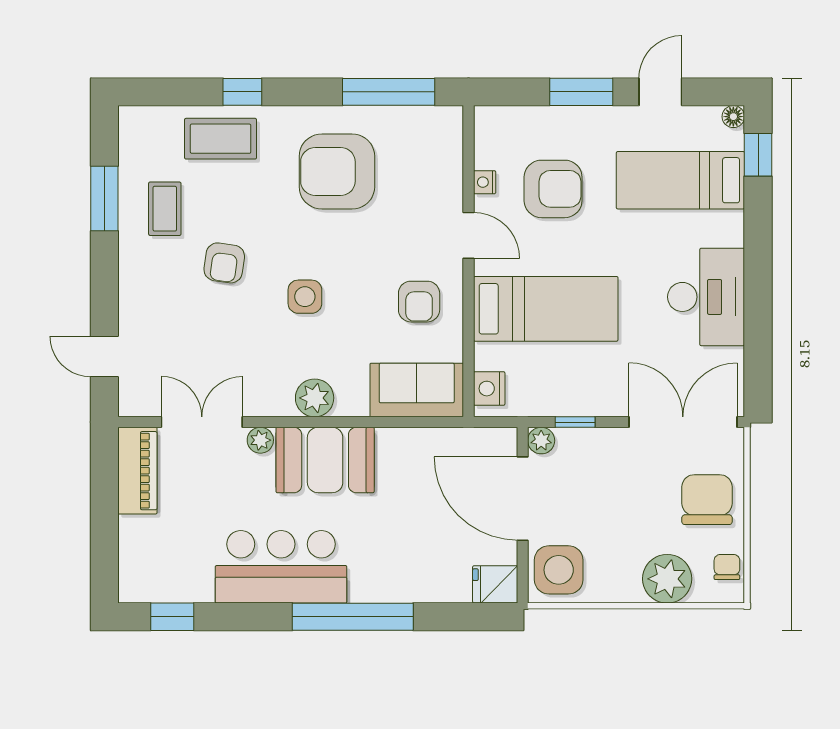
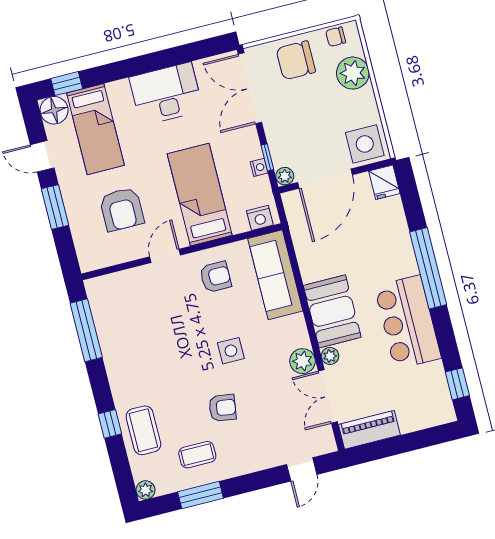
floor lamp: (733, 117) -> (54, 110), width x1.89, depth x1.89
plant: (132, 120) -> (146, 490), added
armchair: (337, 171) -> (146, 350), removed
nightstand: (485, 182) -> (259, 167), moved, turned -90
armchair: (553, 189) -> (122, 209), turned 180
sofa: (417, 390) -> (275, 275), width x1.36
plant: (315, 398) -> (303, 361), moved

